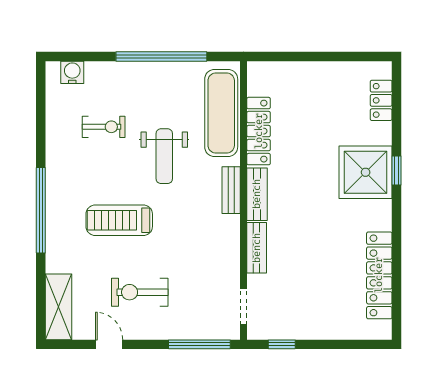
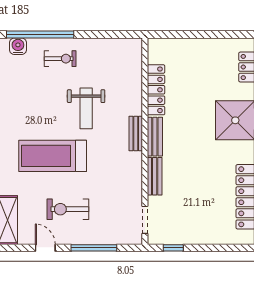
window: (161, 57) -> (40, 34), moved
exercise mat: (221, 113) -> (128, 76), removed
exercise bike: (104, 127) -> (60, 59), moved
treadmill: (119, 220) -> (53, 156), width x1.37, depth x1.37
window: (199, 344) -> (94, 248), moved

